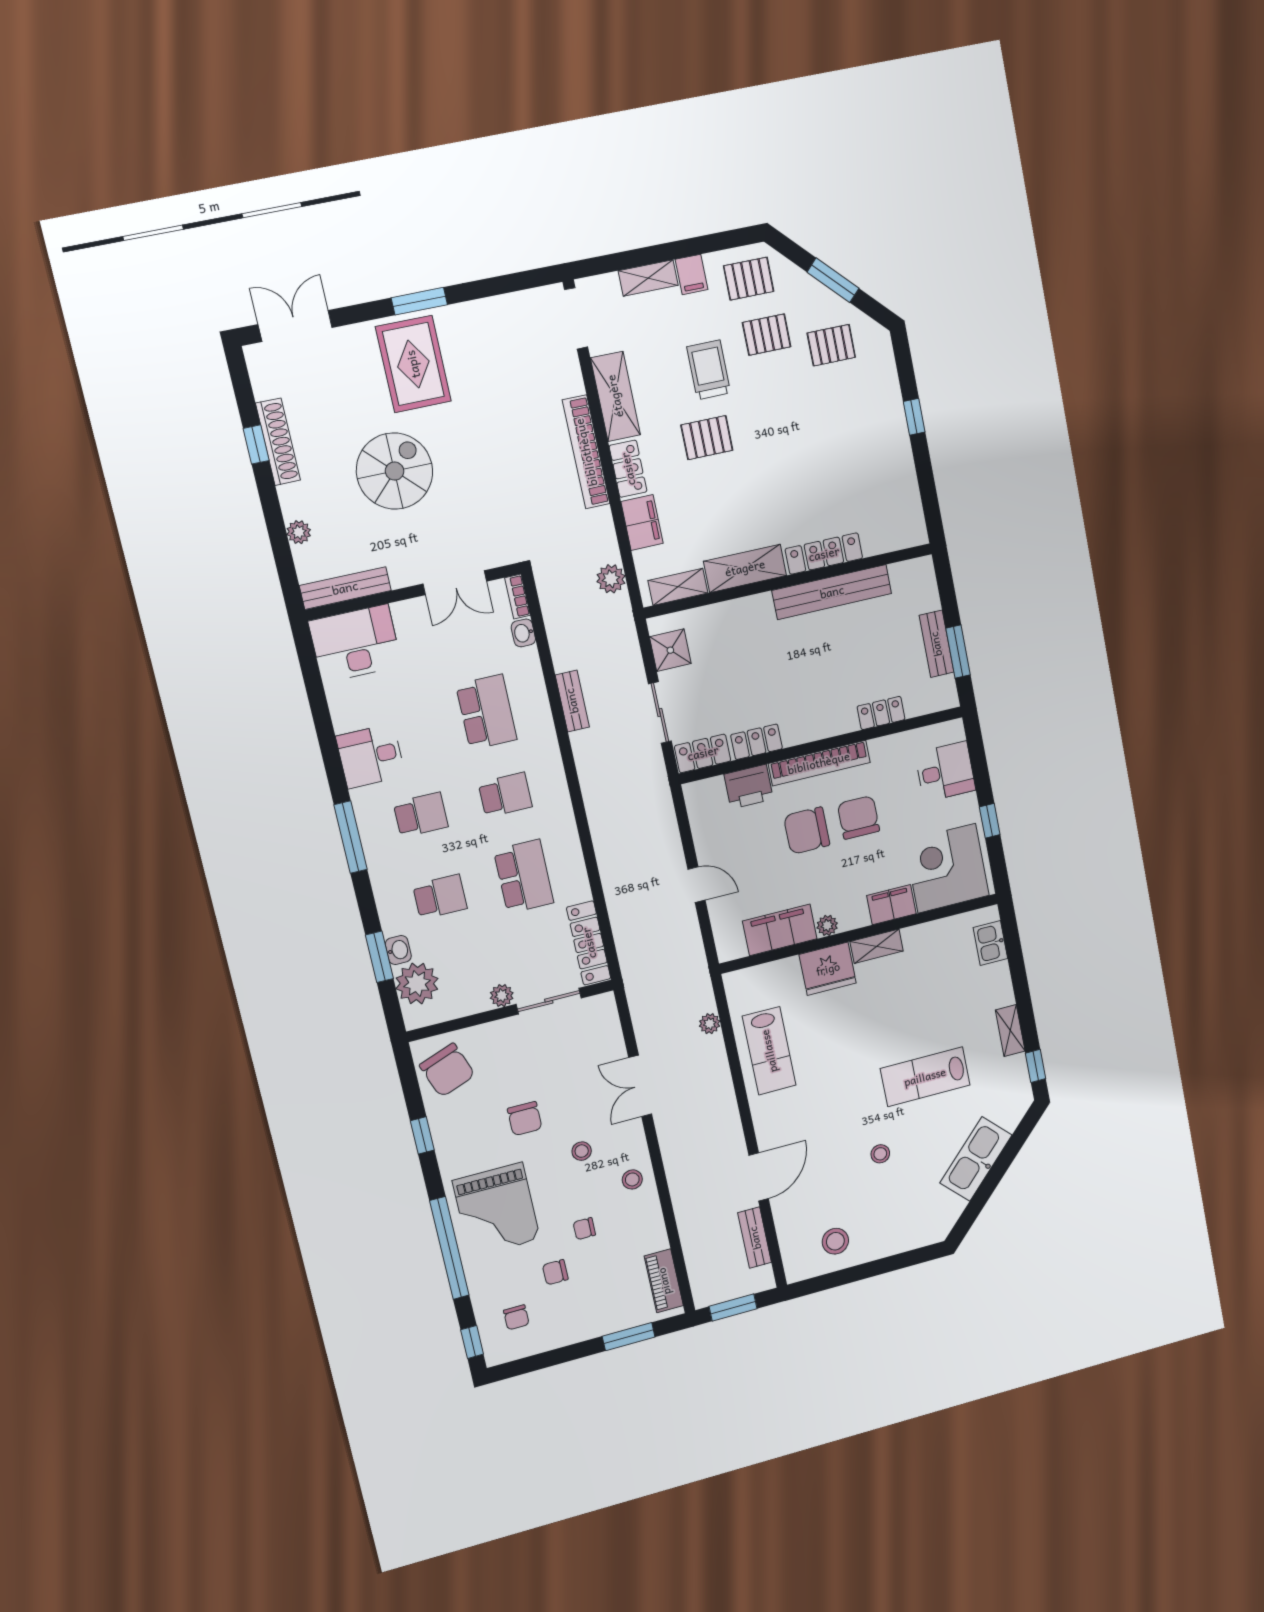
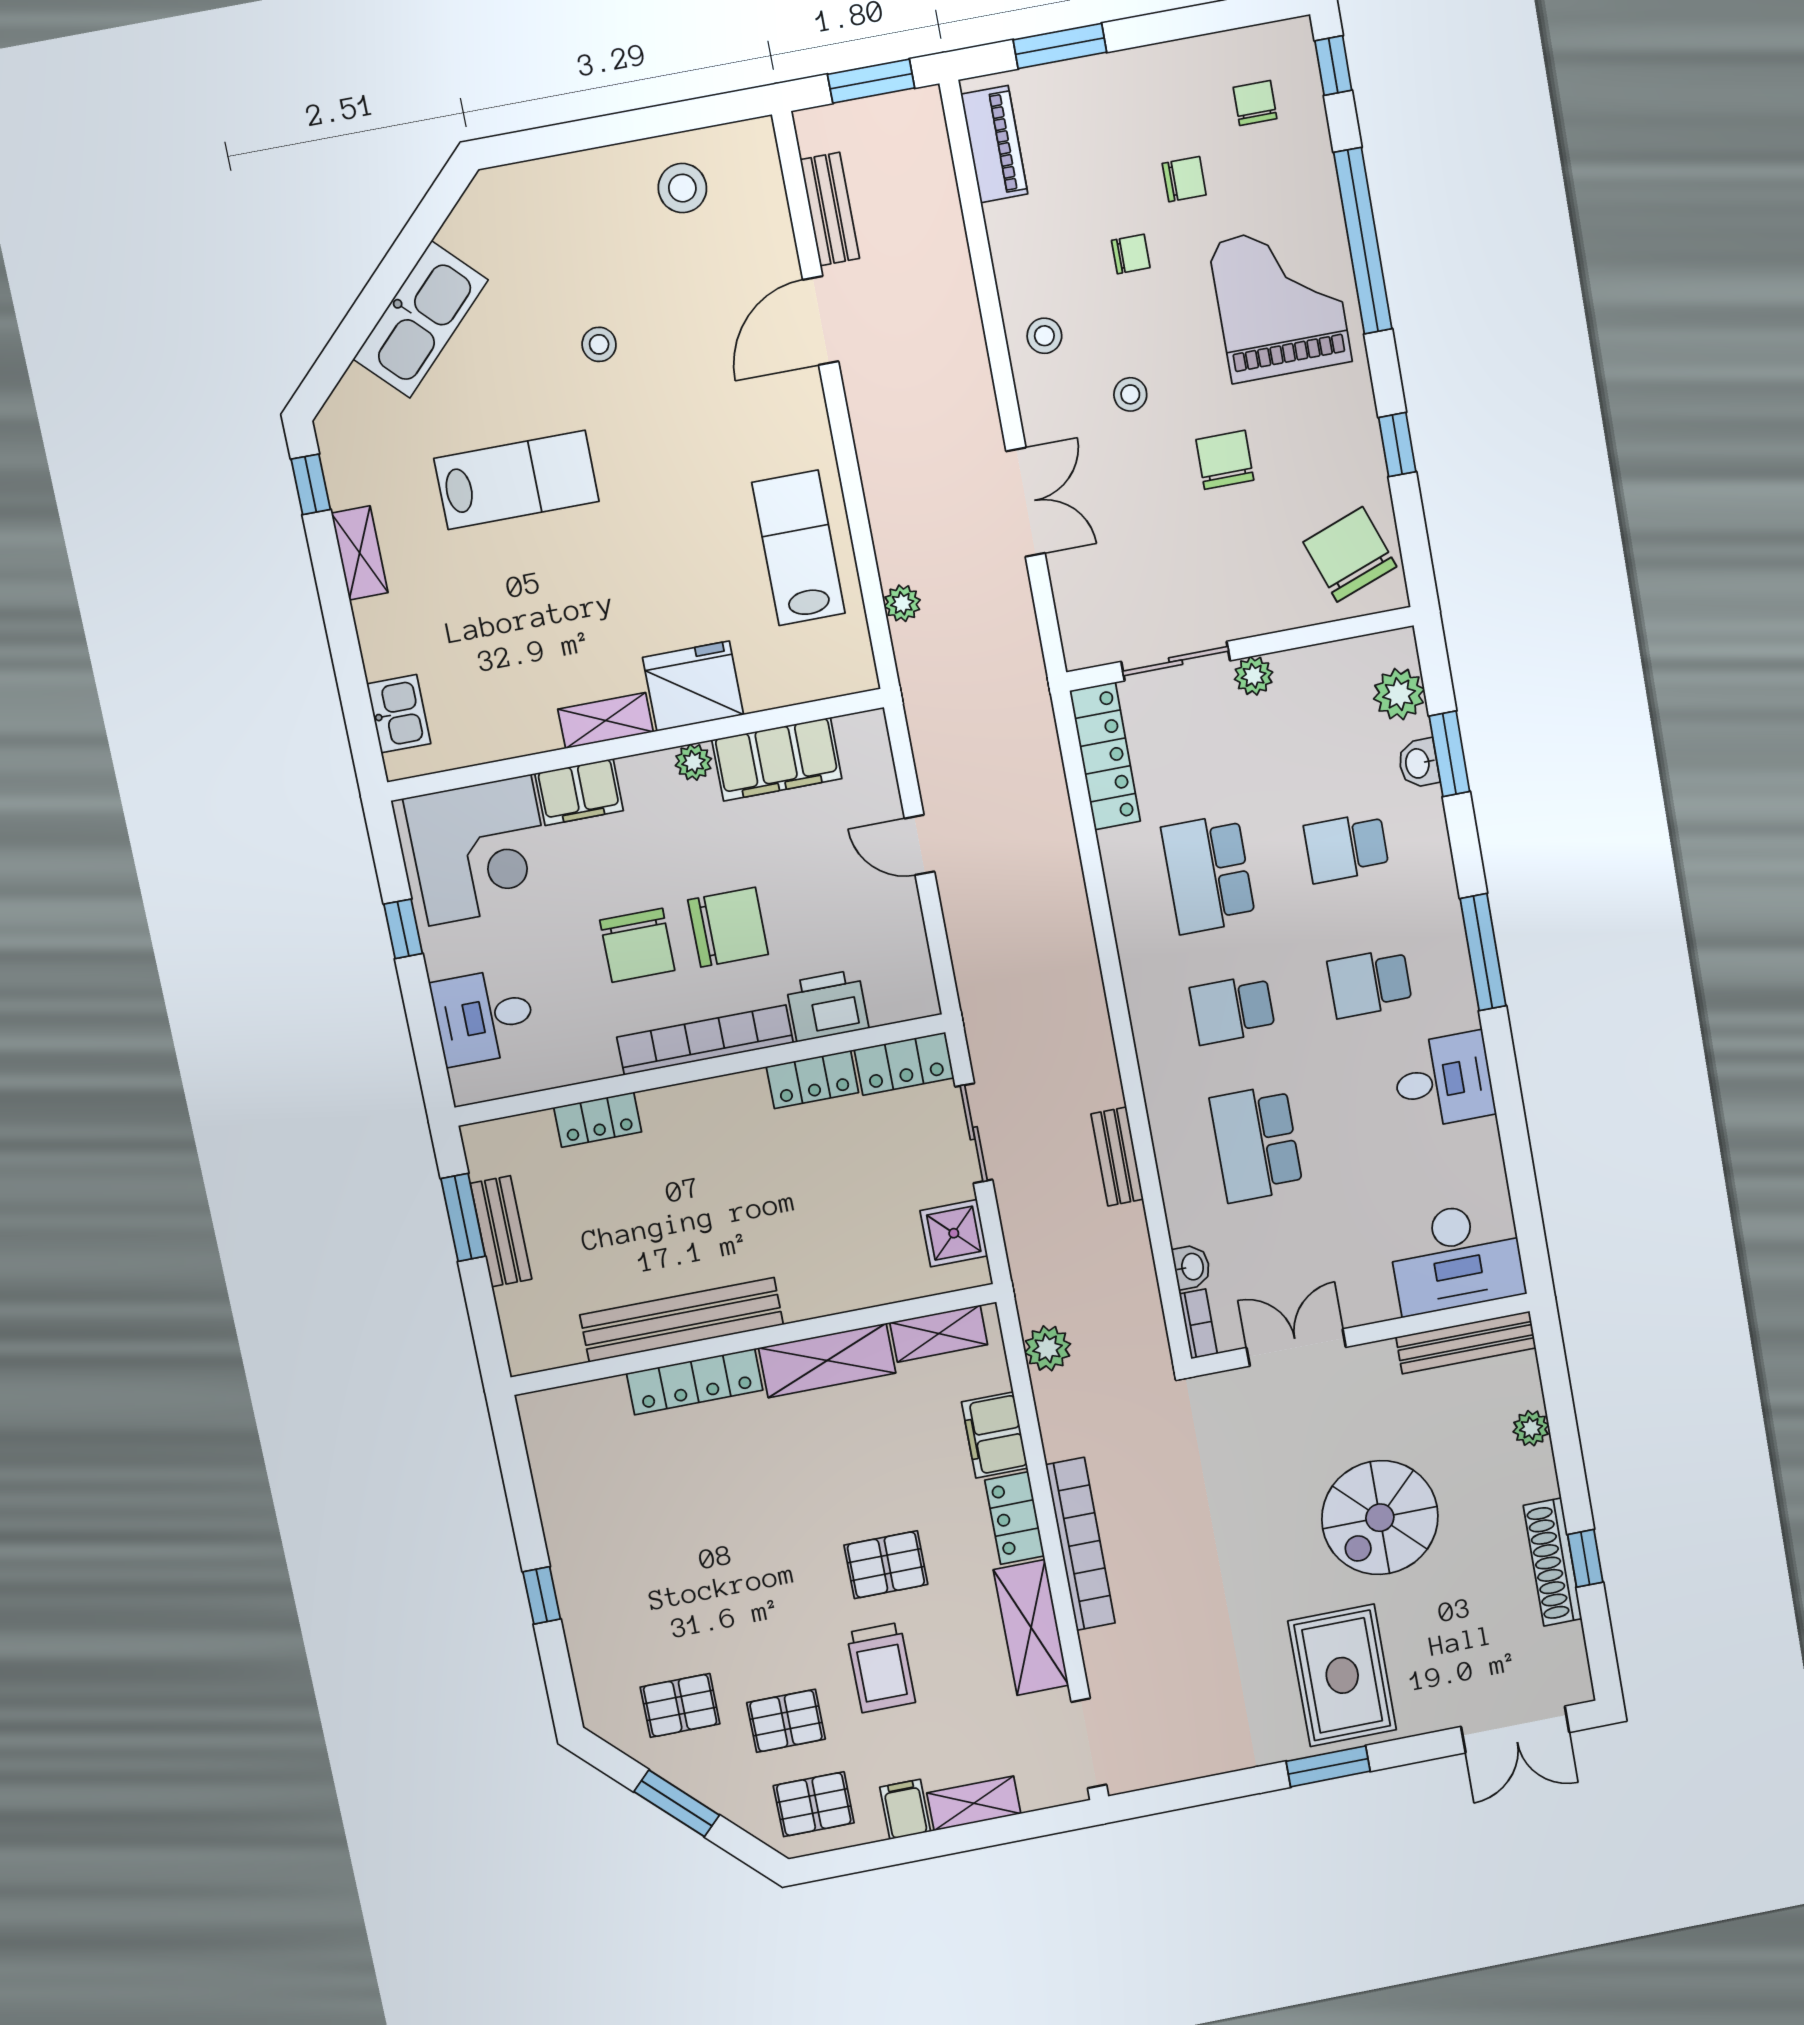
plant: (417, 984) -> (1399, 694), width x0.73, depth x0.73

